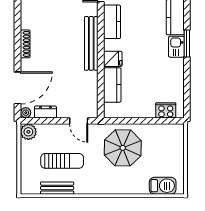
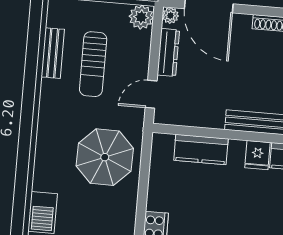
fridge: (113, 59) -> (257, 155), moved
dresser: (45, 112) -> (168, 53), width x1.44

